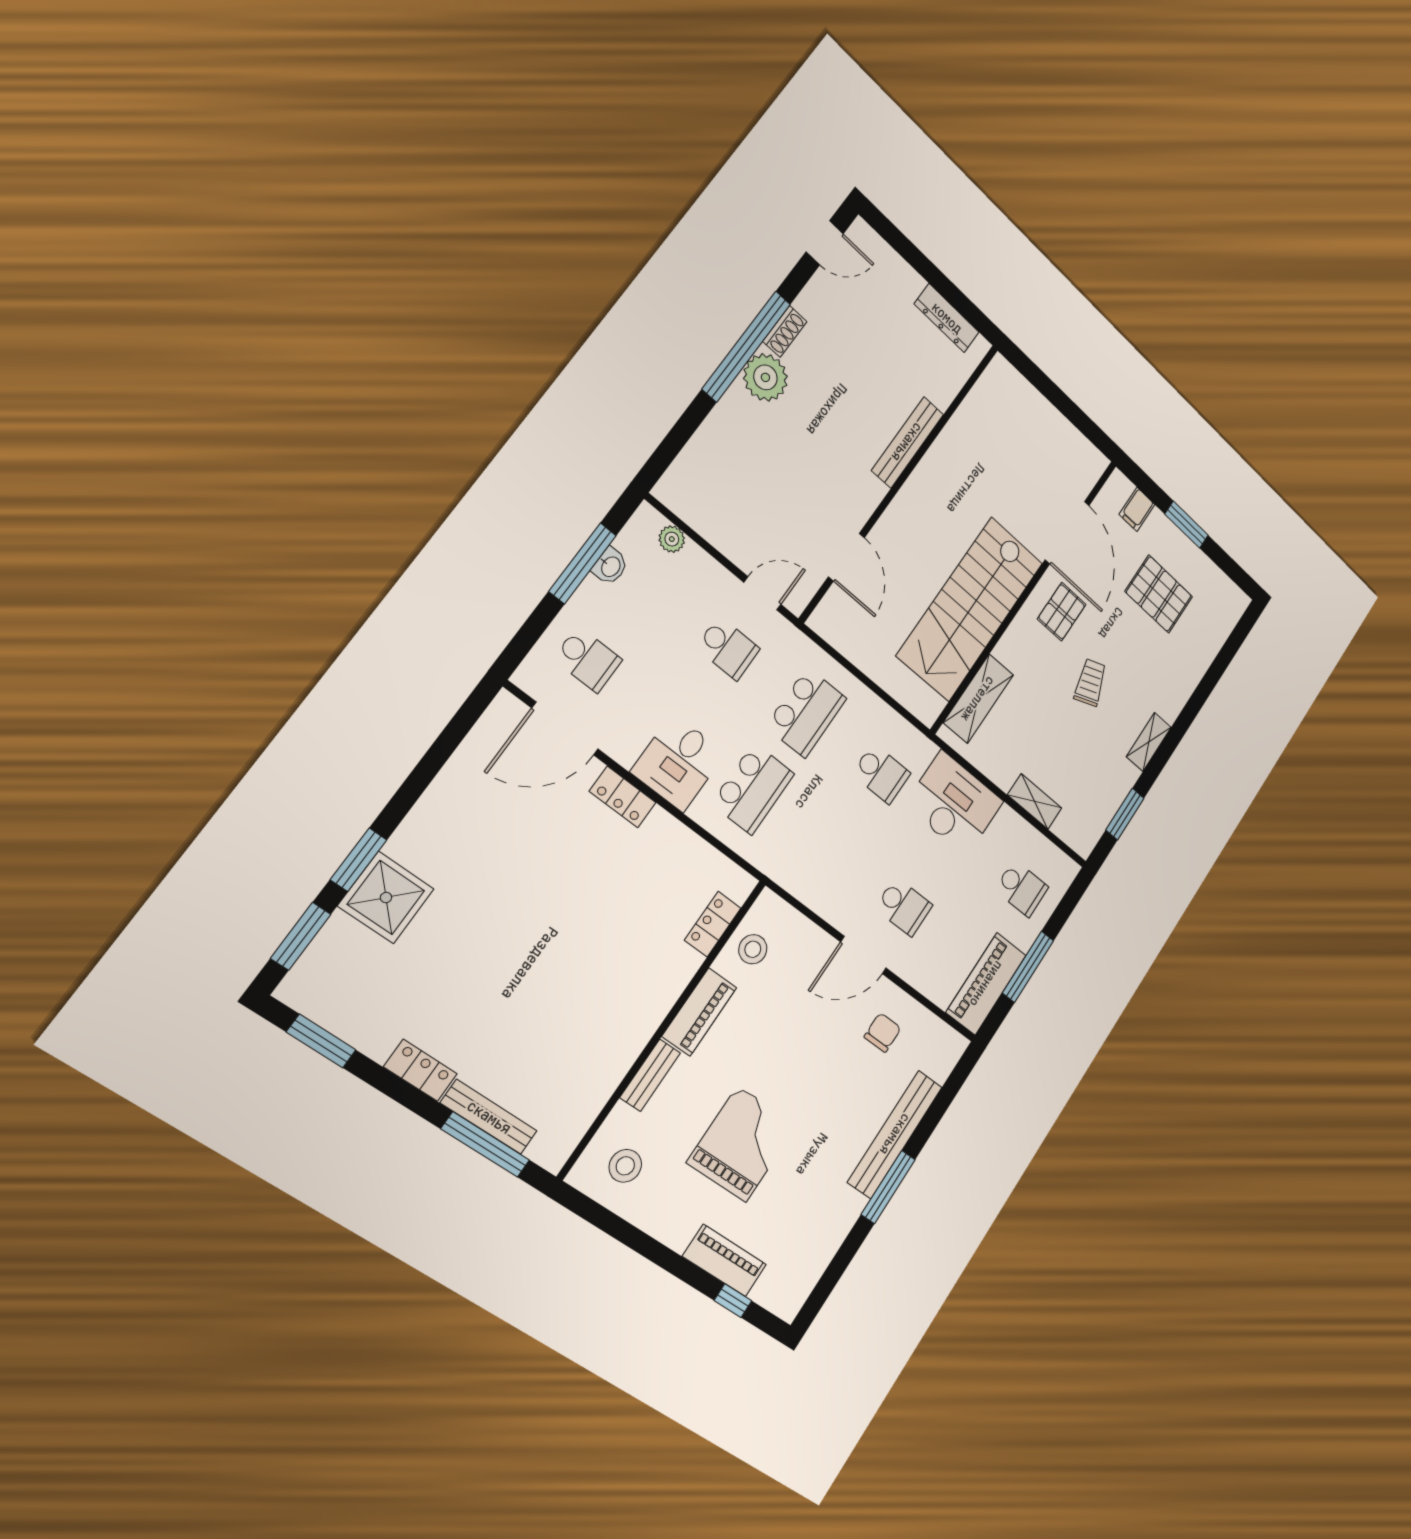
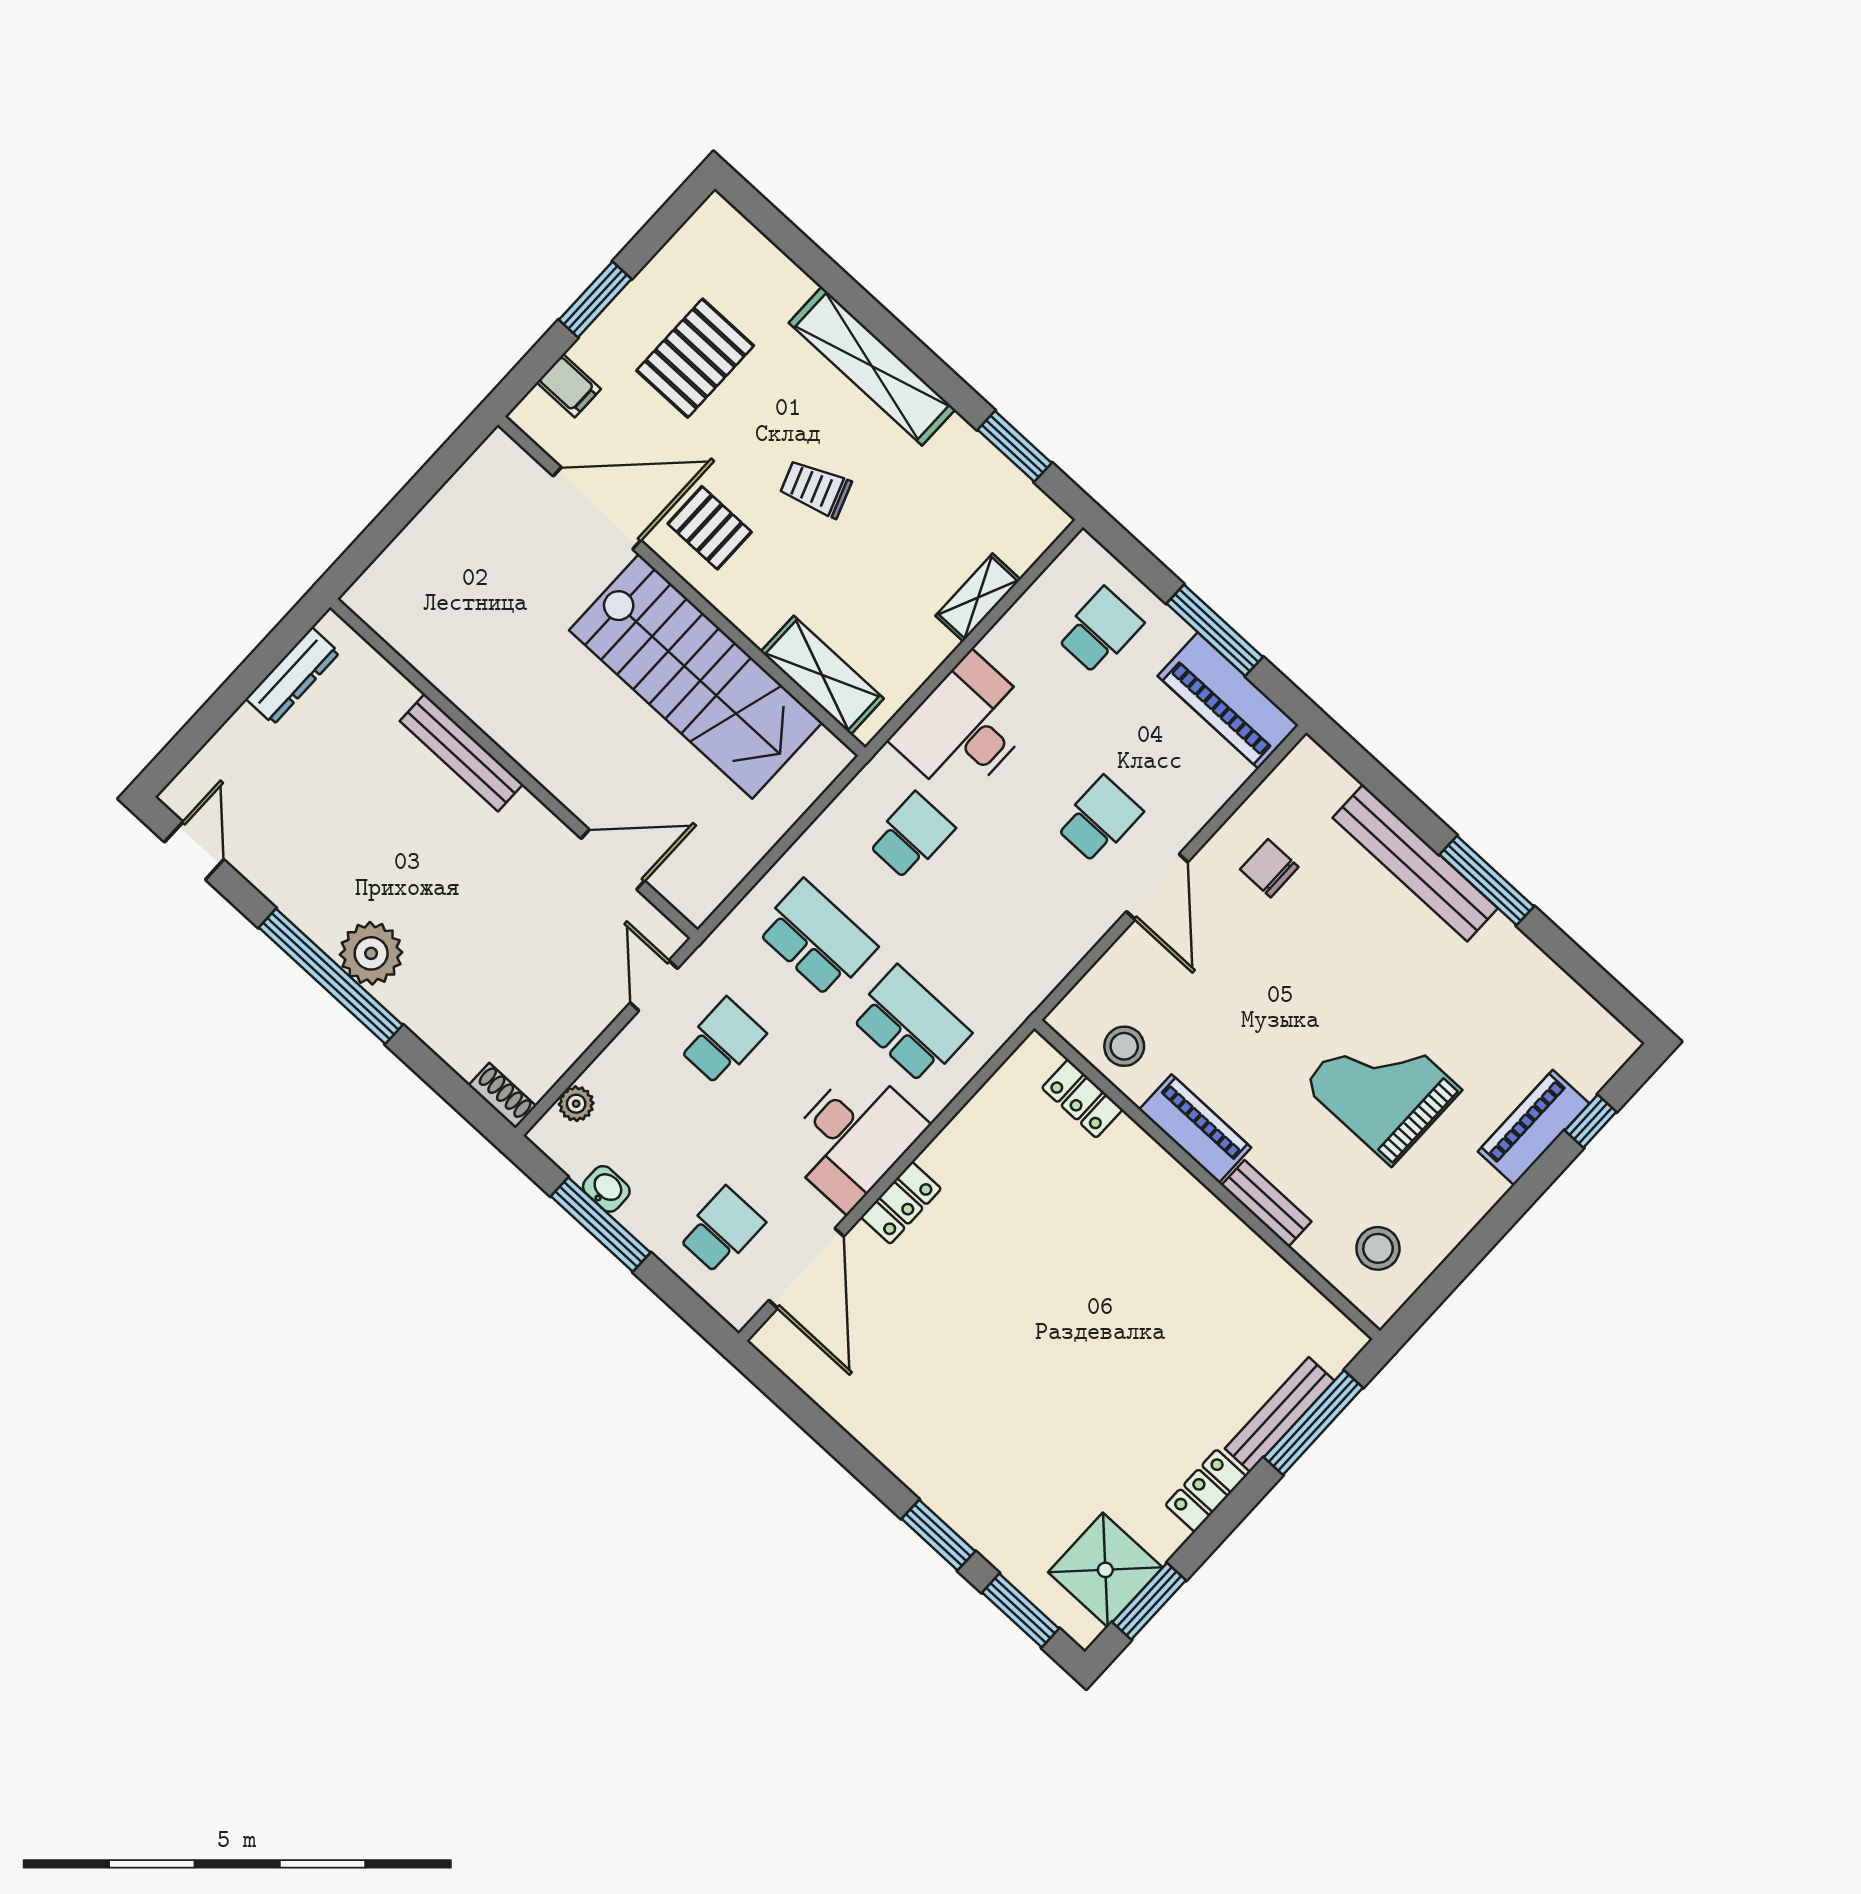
shoe rack: (785, 331) -> (502, 1096), moved
shelving: (1149, 742) -> (872, 366), width x2.20, depth x1.33
desk: (678, 763) -> (853, 1137), width x1.37
shower: (386, 898) -> (1105, 1570), moved

